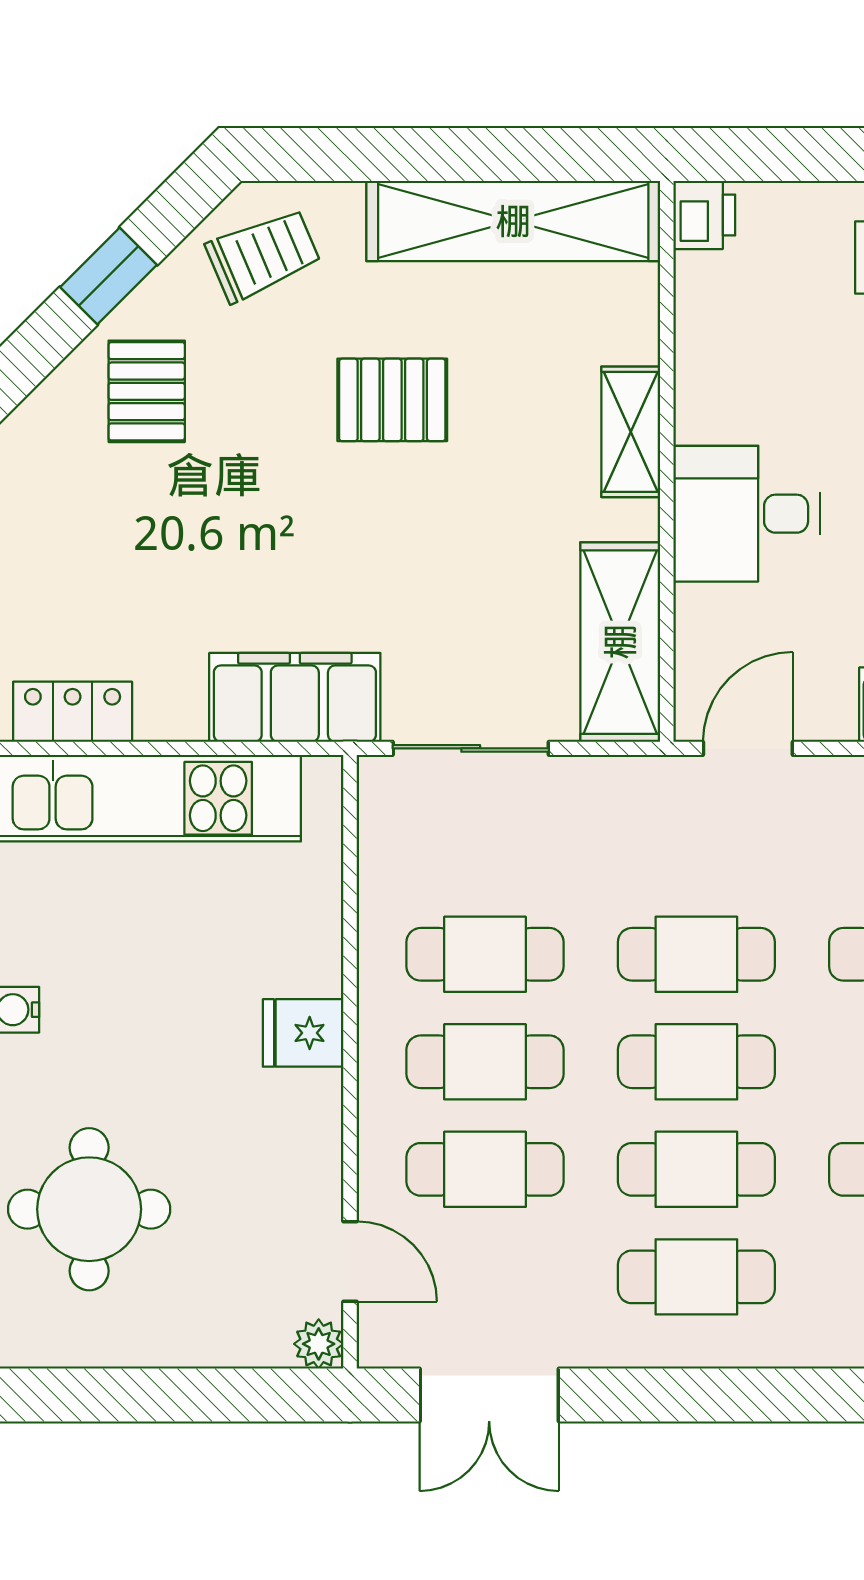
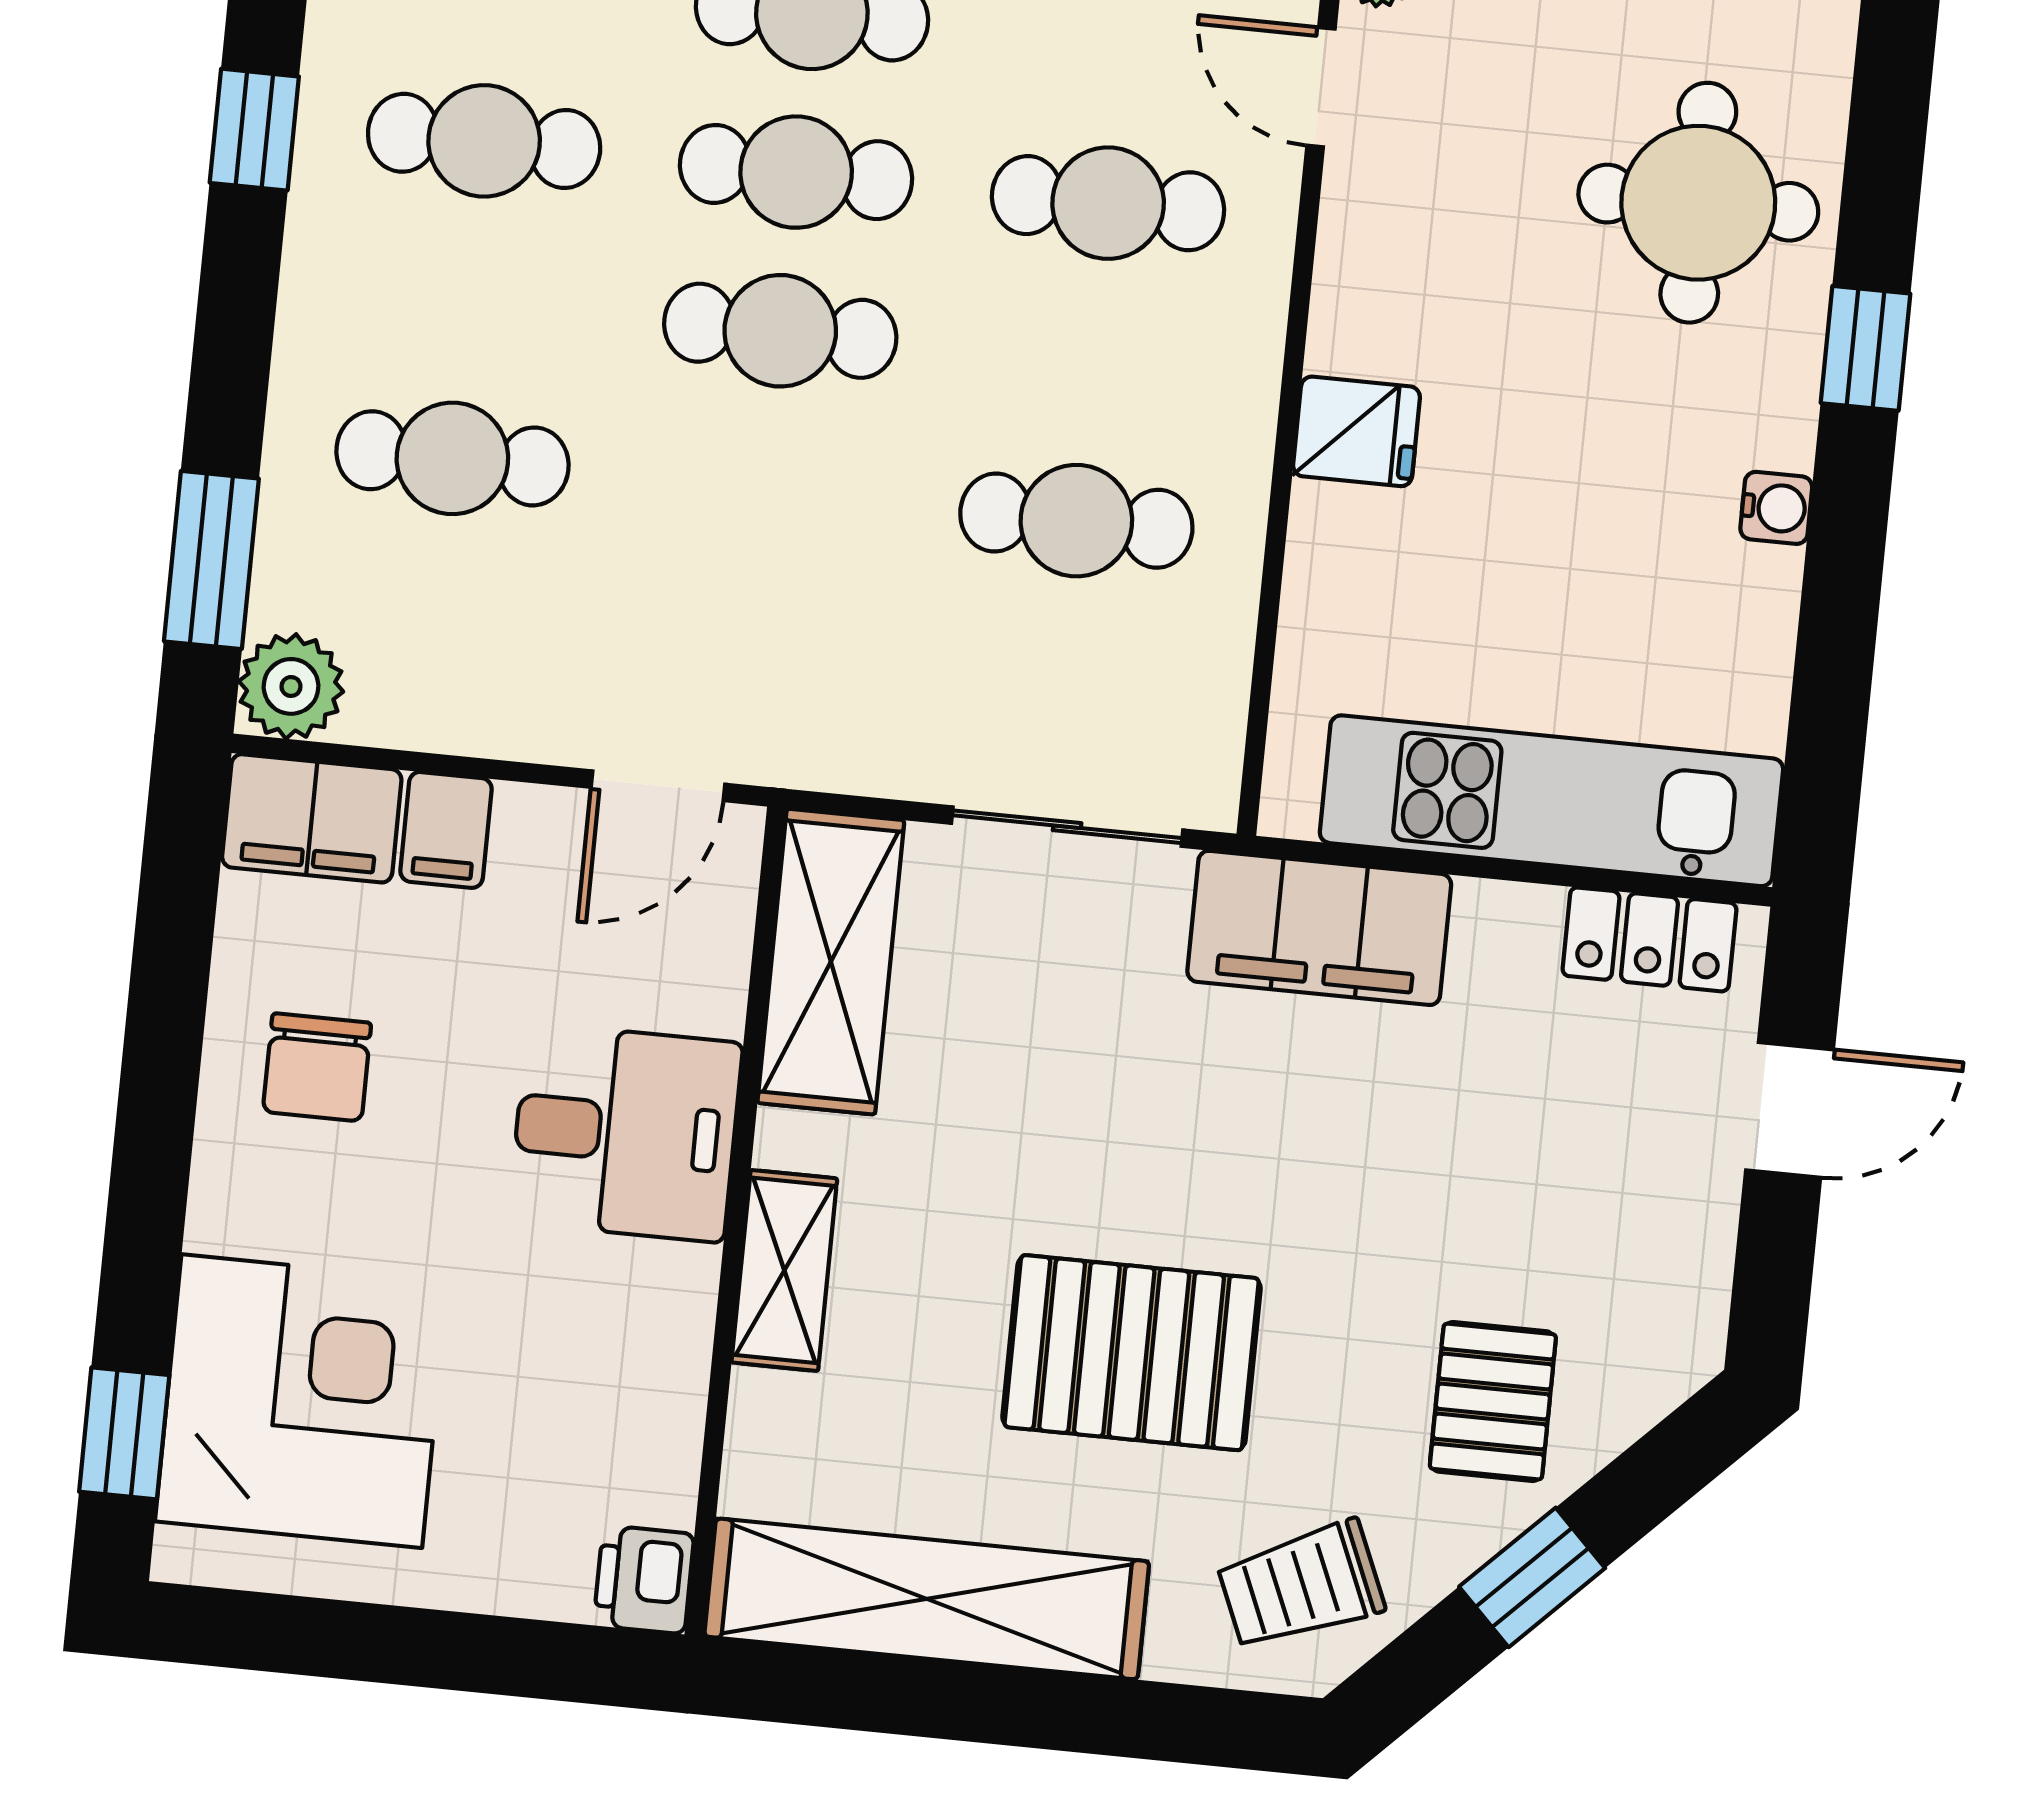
pallet: (392, 400) -> (1132, 1353), width x1.50, depth x1.42
cafe table: (696, 954) -> (764, 489), removed
cafe table: (485, 1062) -> (1092, 362), removed

